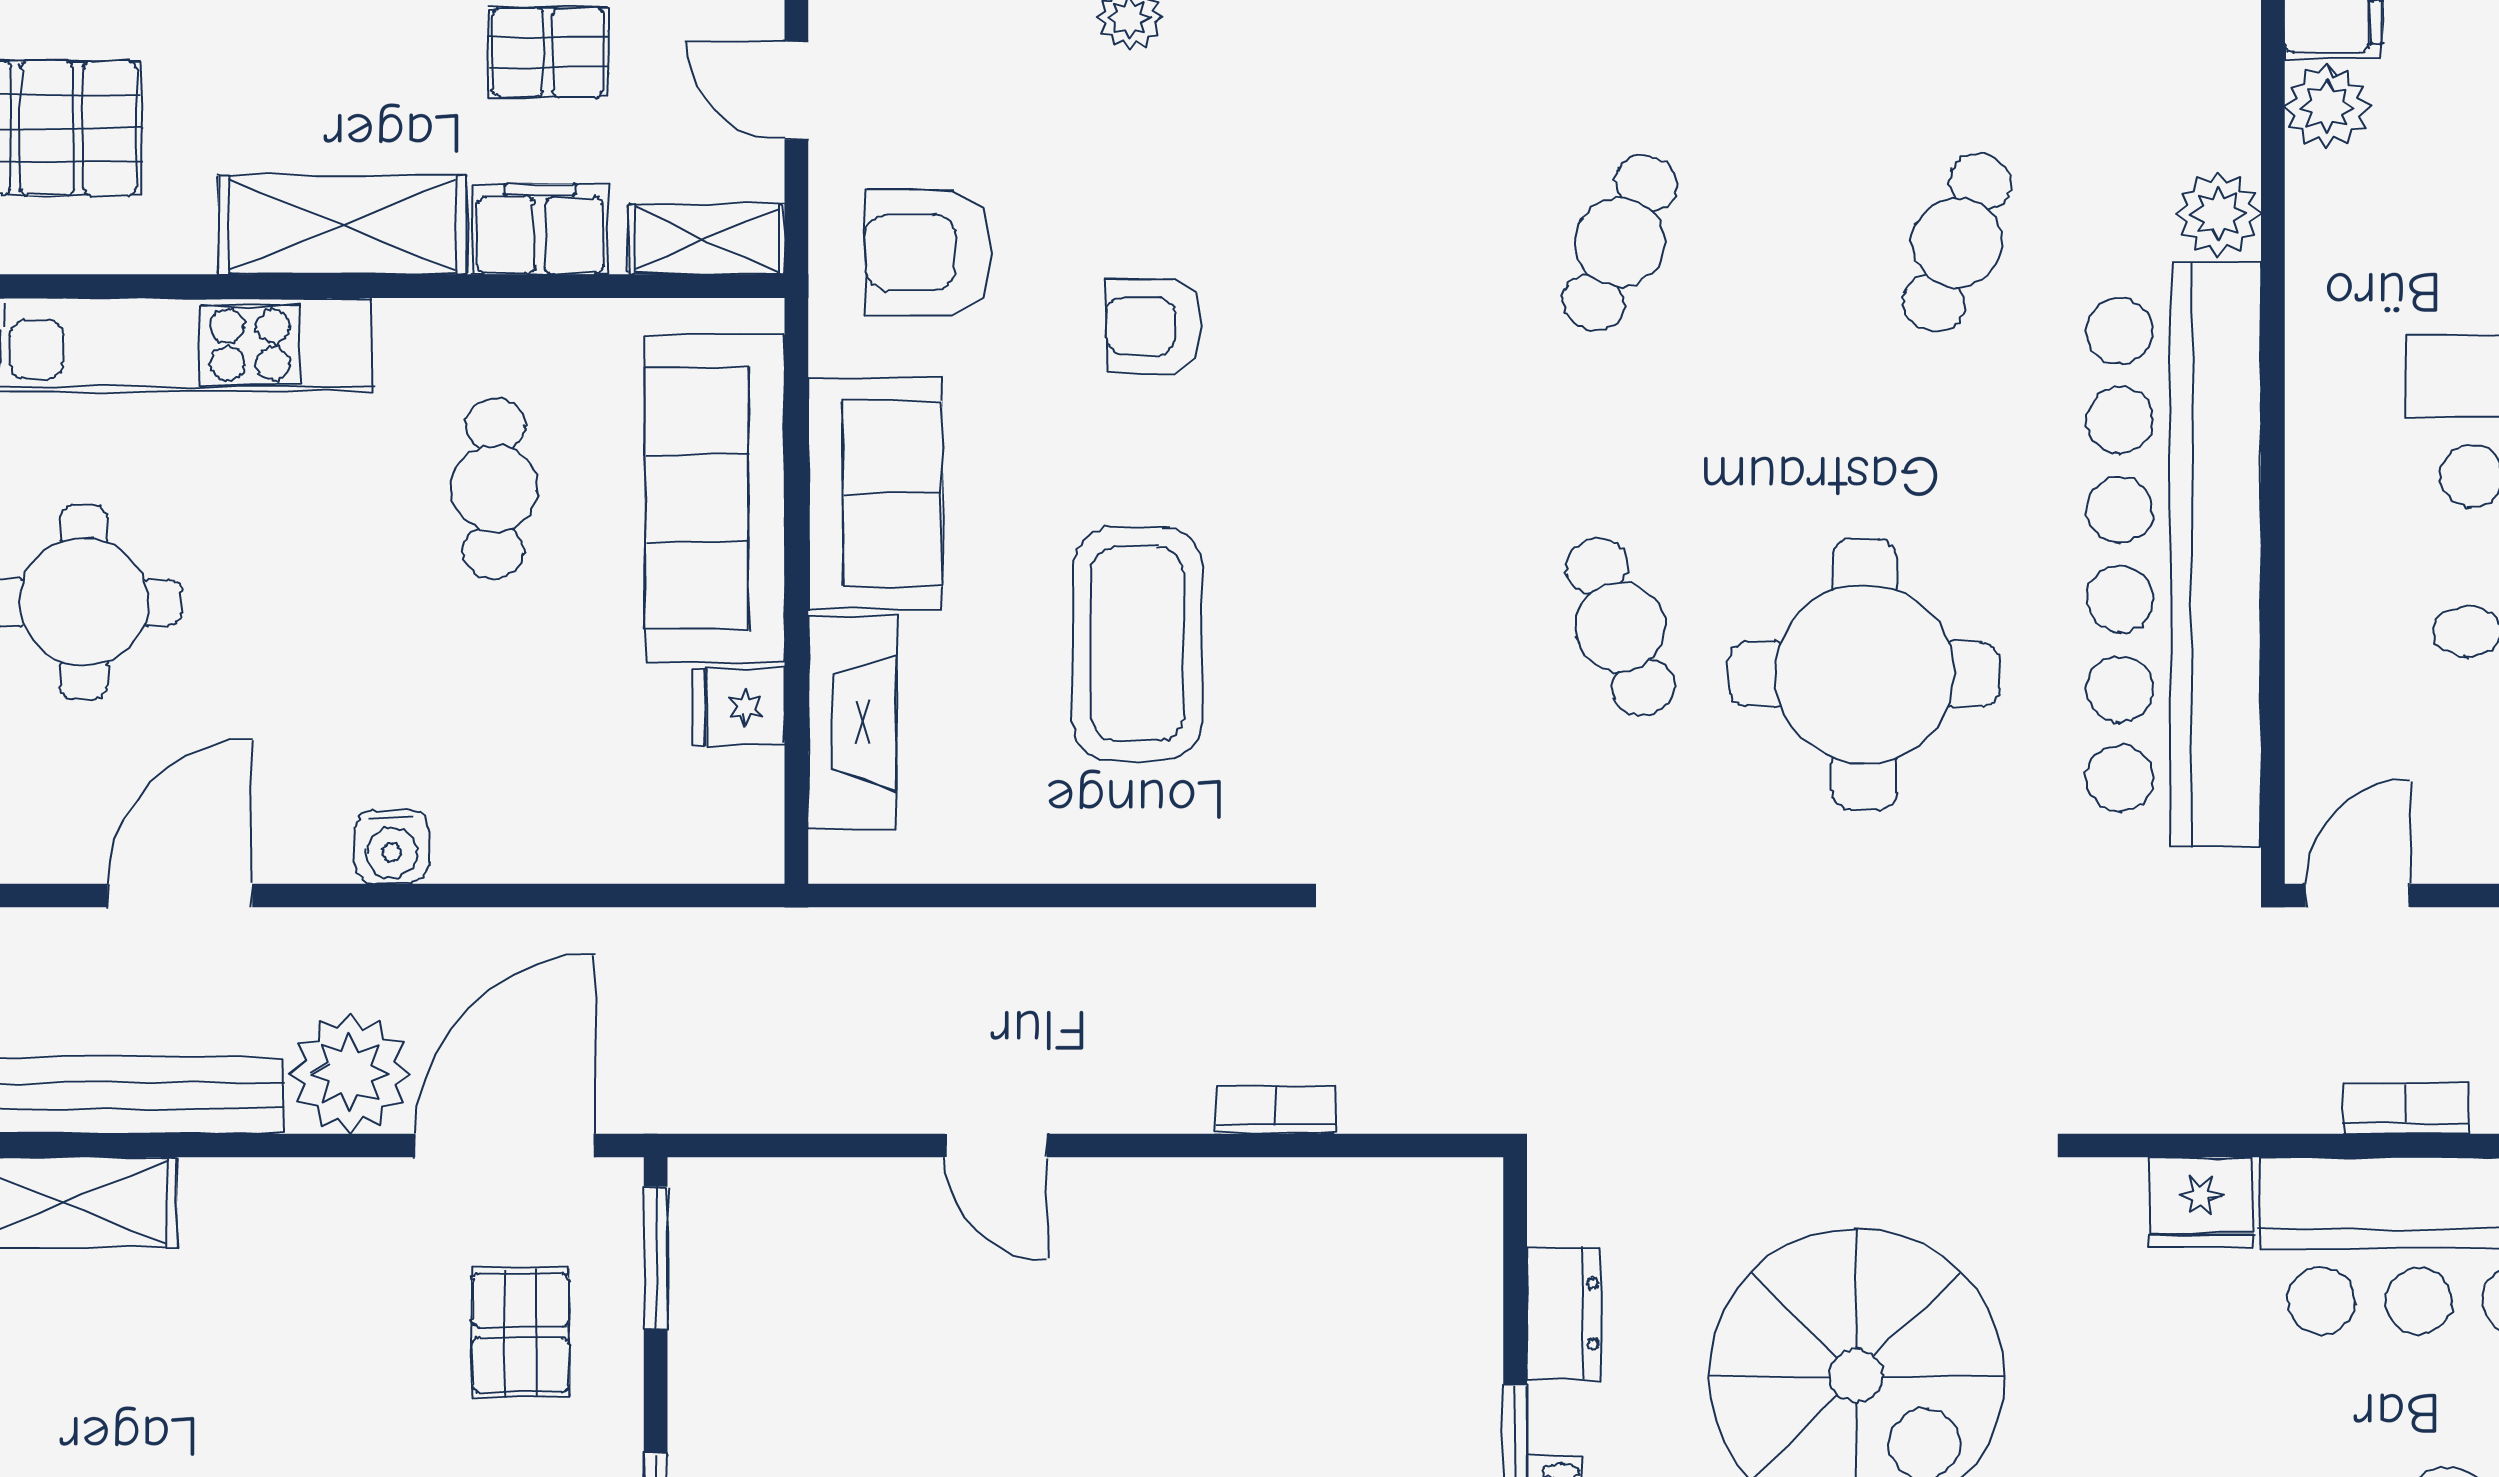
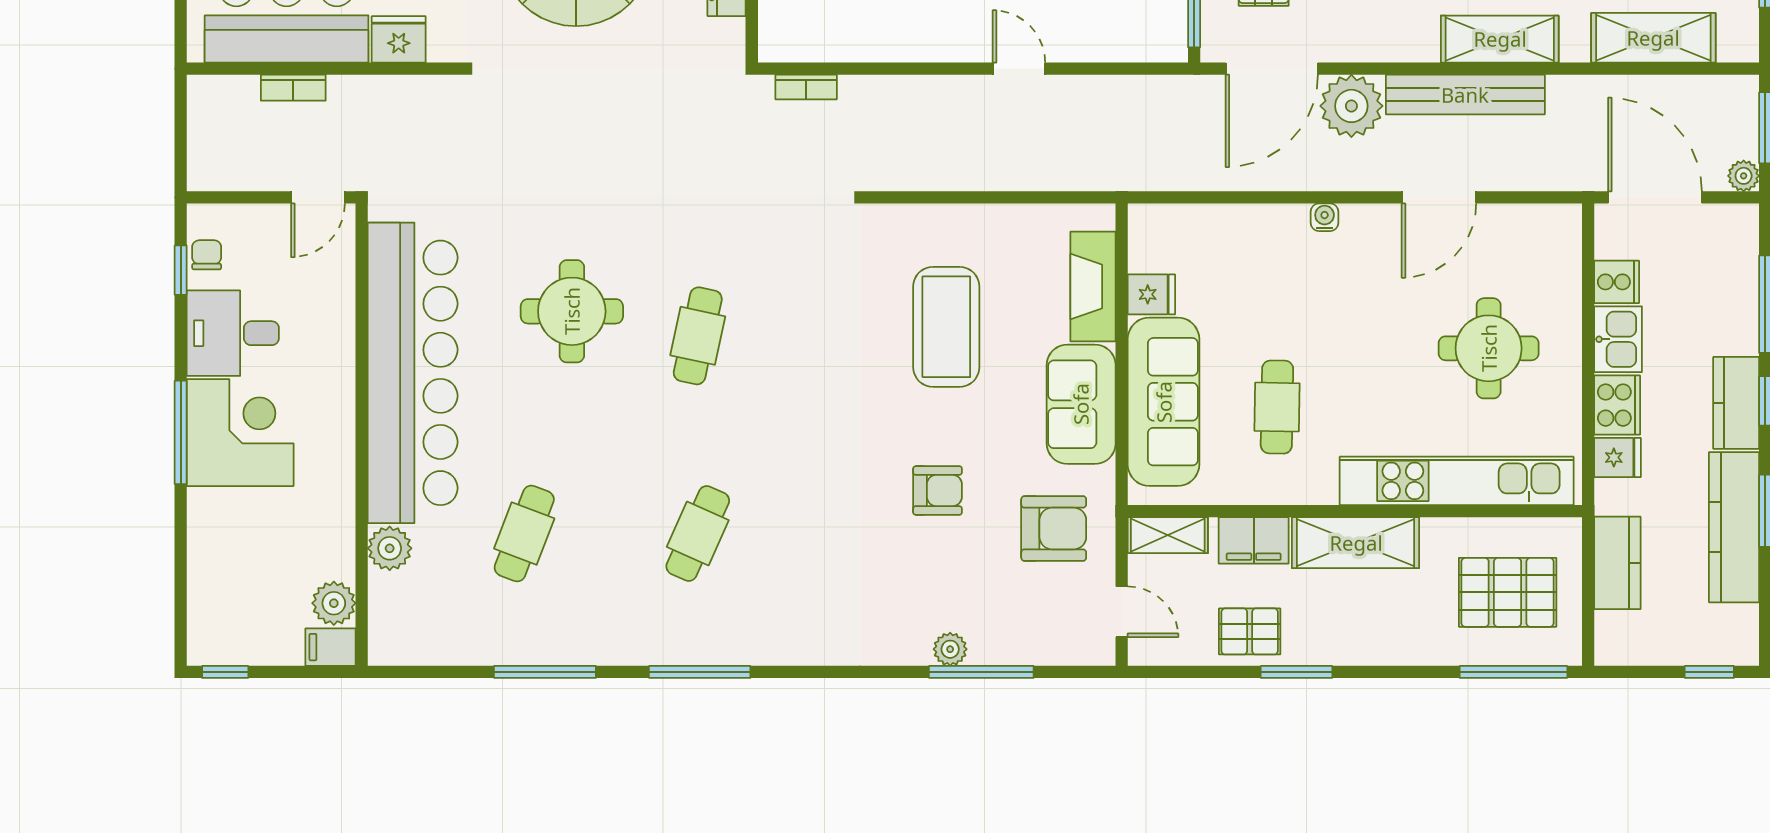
cafe table: (1620, 627) -> (698, 336), turned 33
round table: (1864, 674) -> (572, 311), width x0.73, depth x0.73
water cooler: (392, 847) -> (1325, 217), width x0.72, depth x0.72
bookcase: (1276, 1110) -> (806, 87), moved

